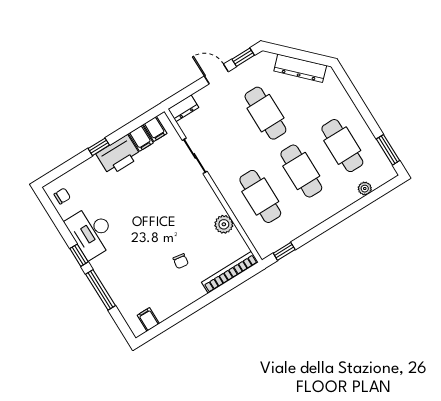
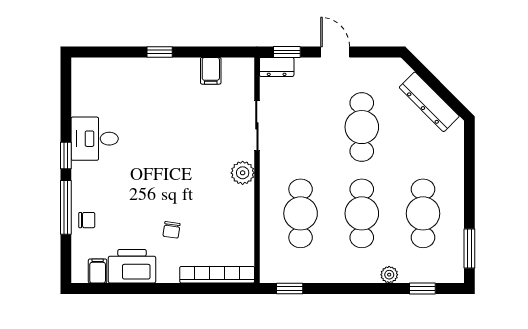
window: (243, 57) -> (287, 52), moved
filing cabinet: (155, 129) -> (232, 70), removed
printer: (119, 155) -> (132, 266), moved, turned 180
plant: (365, 189) -> (389, 275), moved
chair: (62, 196) -> (87, 220), moved
window: (373, 196) -> (422, 289), added
plant: (224, 224) -> (243, 173), moved
desk: (91, 232) -> (95, 139), width x0.73

